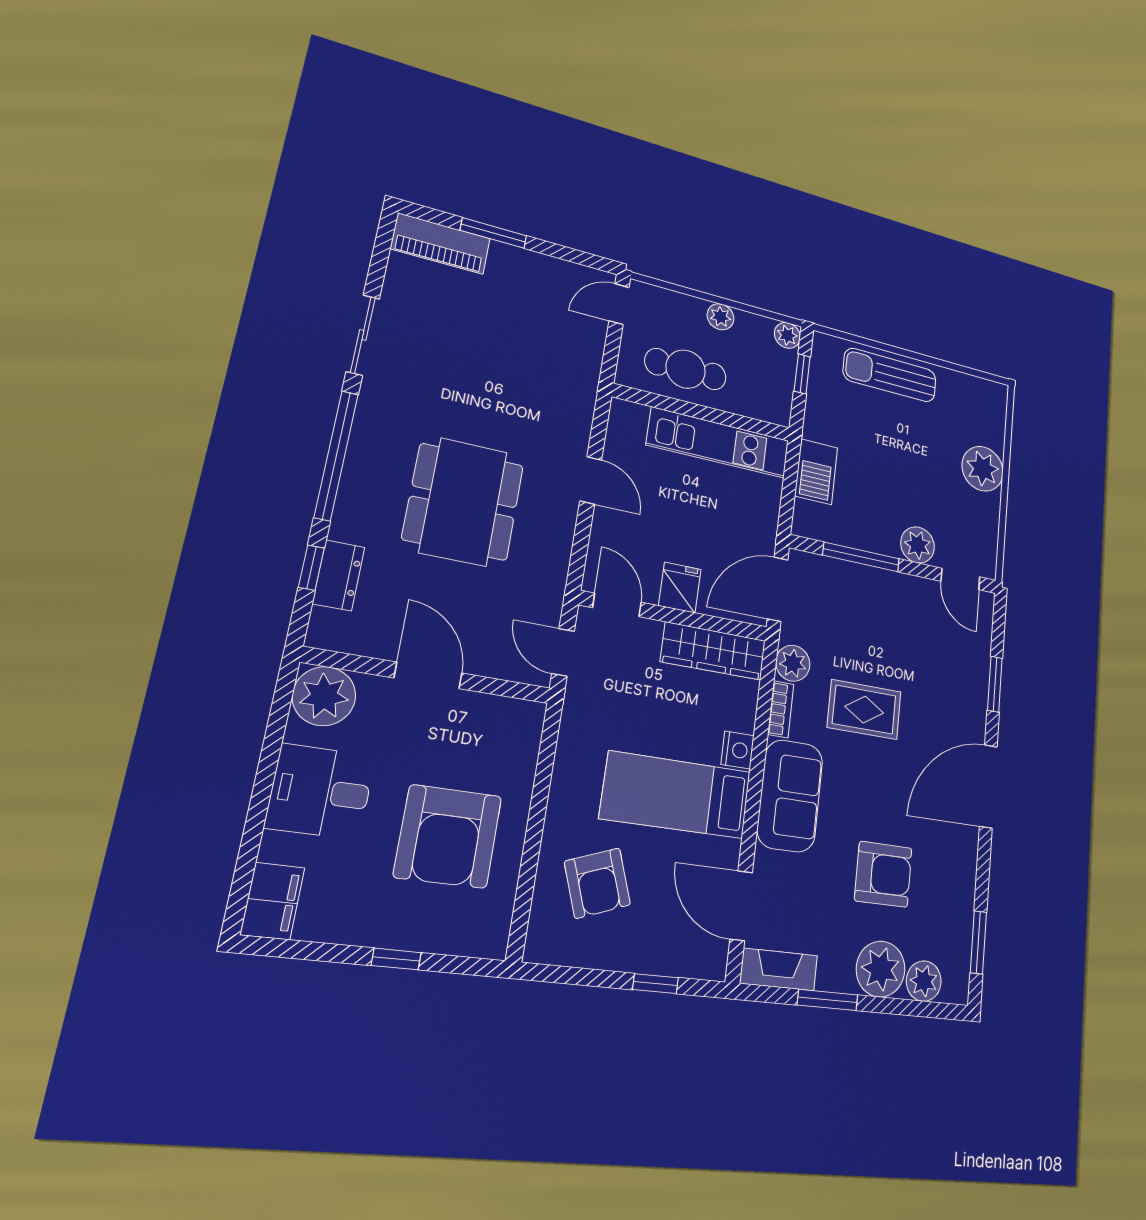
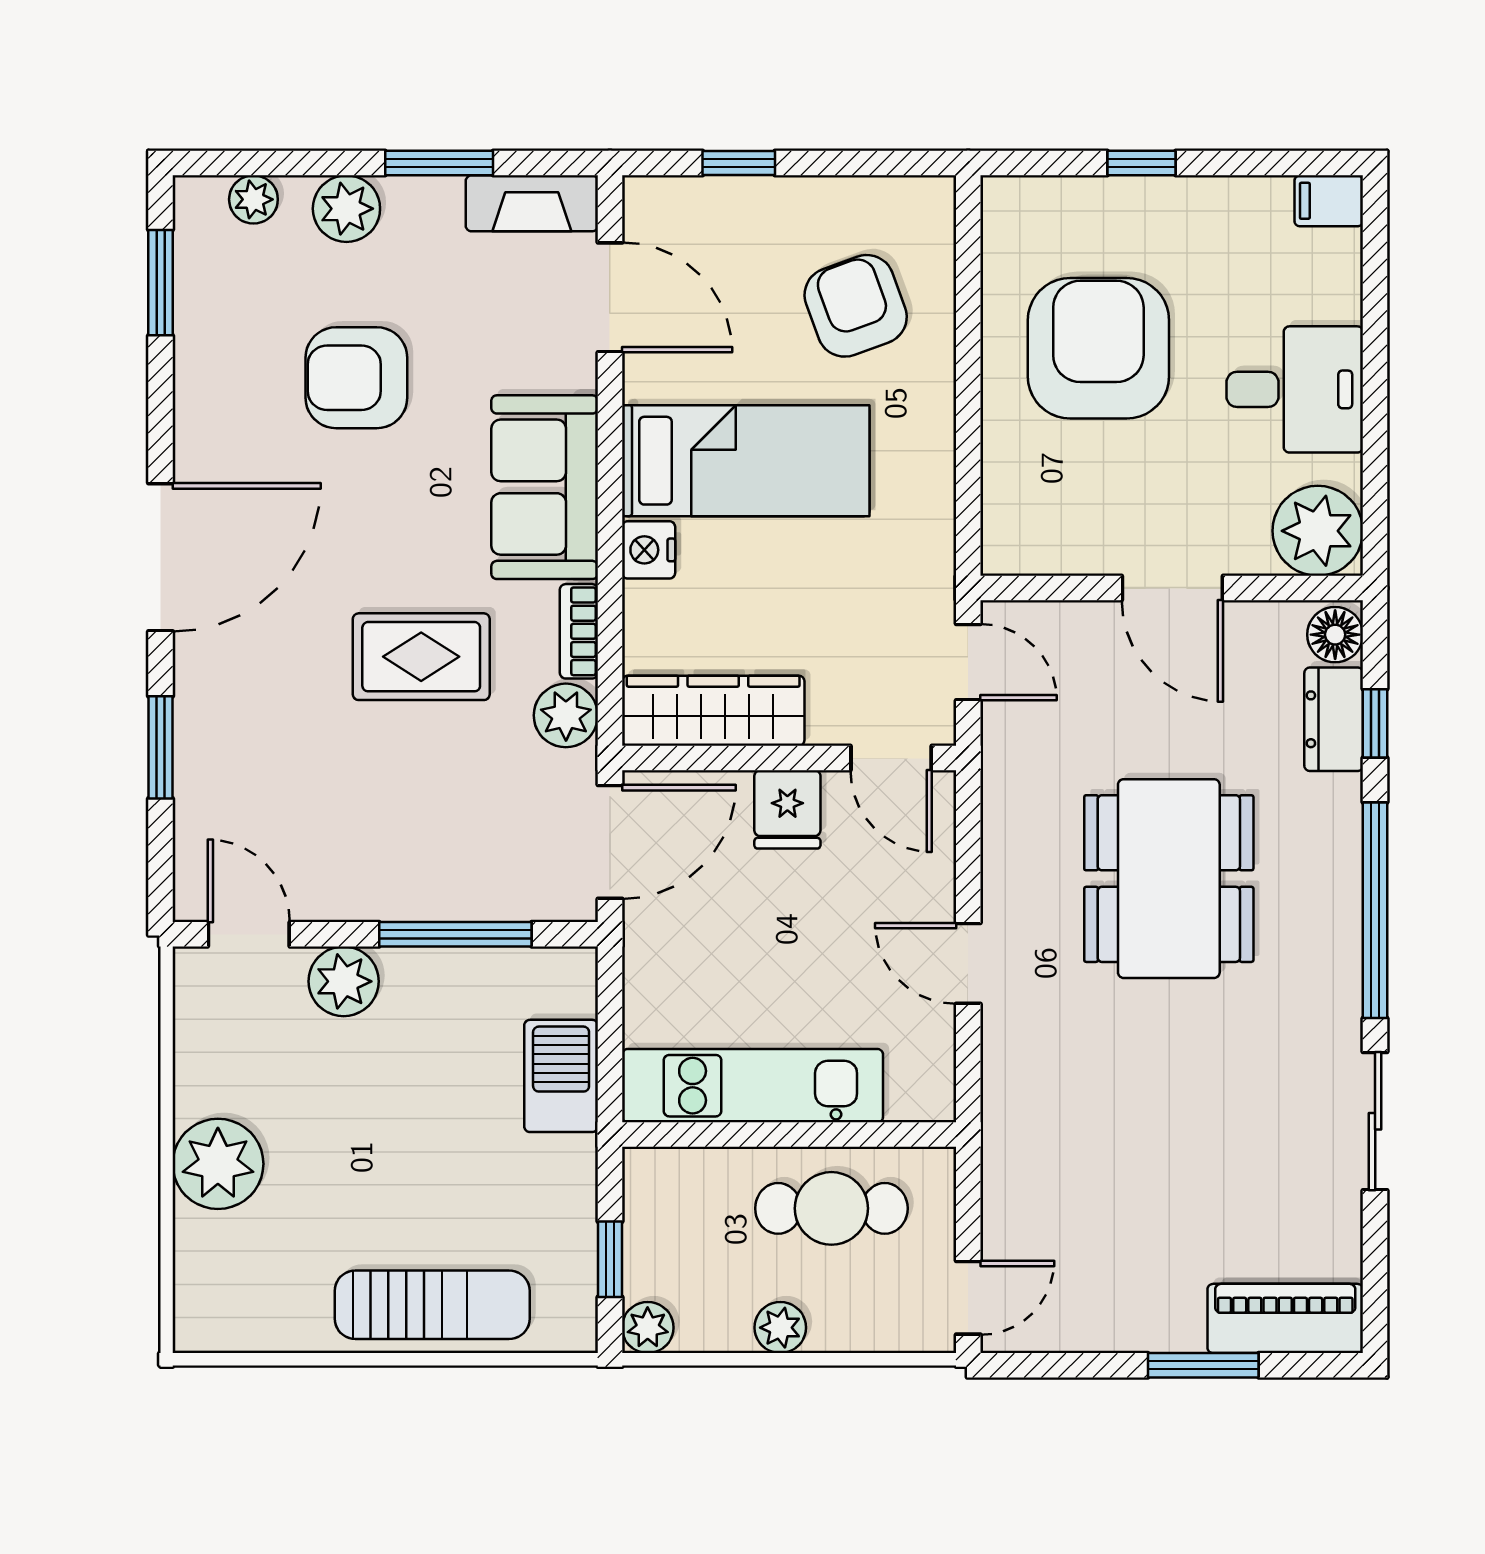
floor lamp: (326, 628) -> (1335, 635), added
filing cabinet: (273, 901) -> (1329, 201), width x0.50
plant: (881, 969) -> (346, 209), width x0.73, depth x0.73
plant: (924, 981) -> (253, 199), width x0.73, depth x0.73

